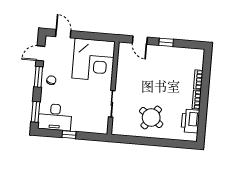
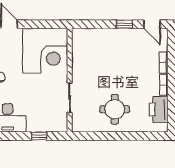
door: (140, 40) -> (152, 24), moved
round table: (151, 117) -> (115, 109), turned -35
window: (69, 135) -> (39, 136), moved

